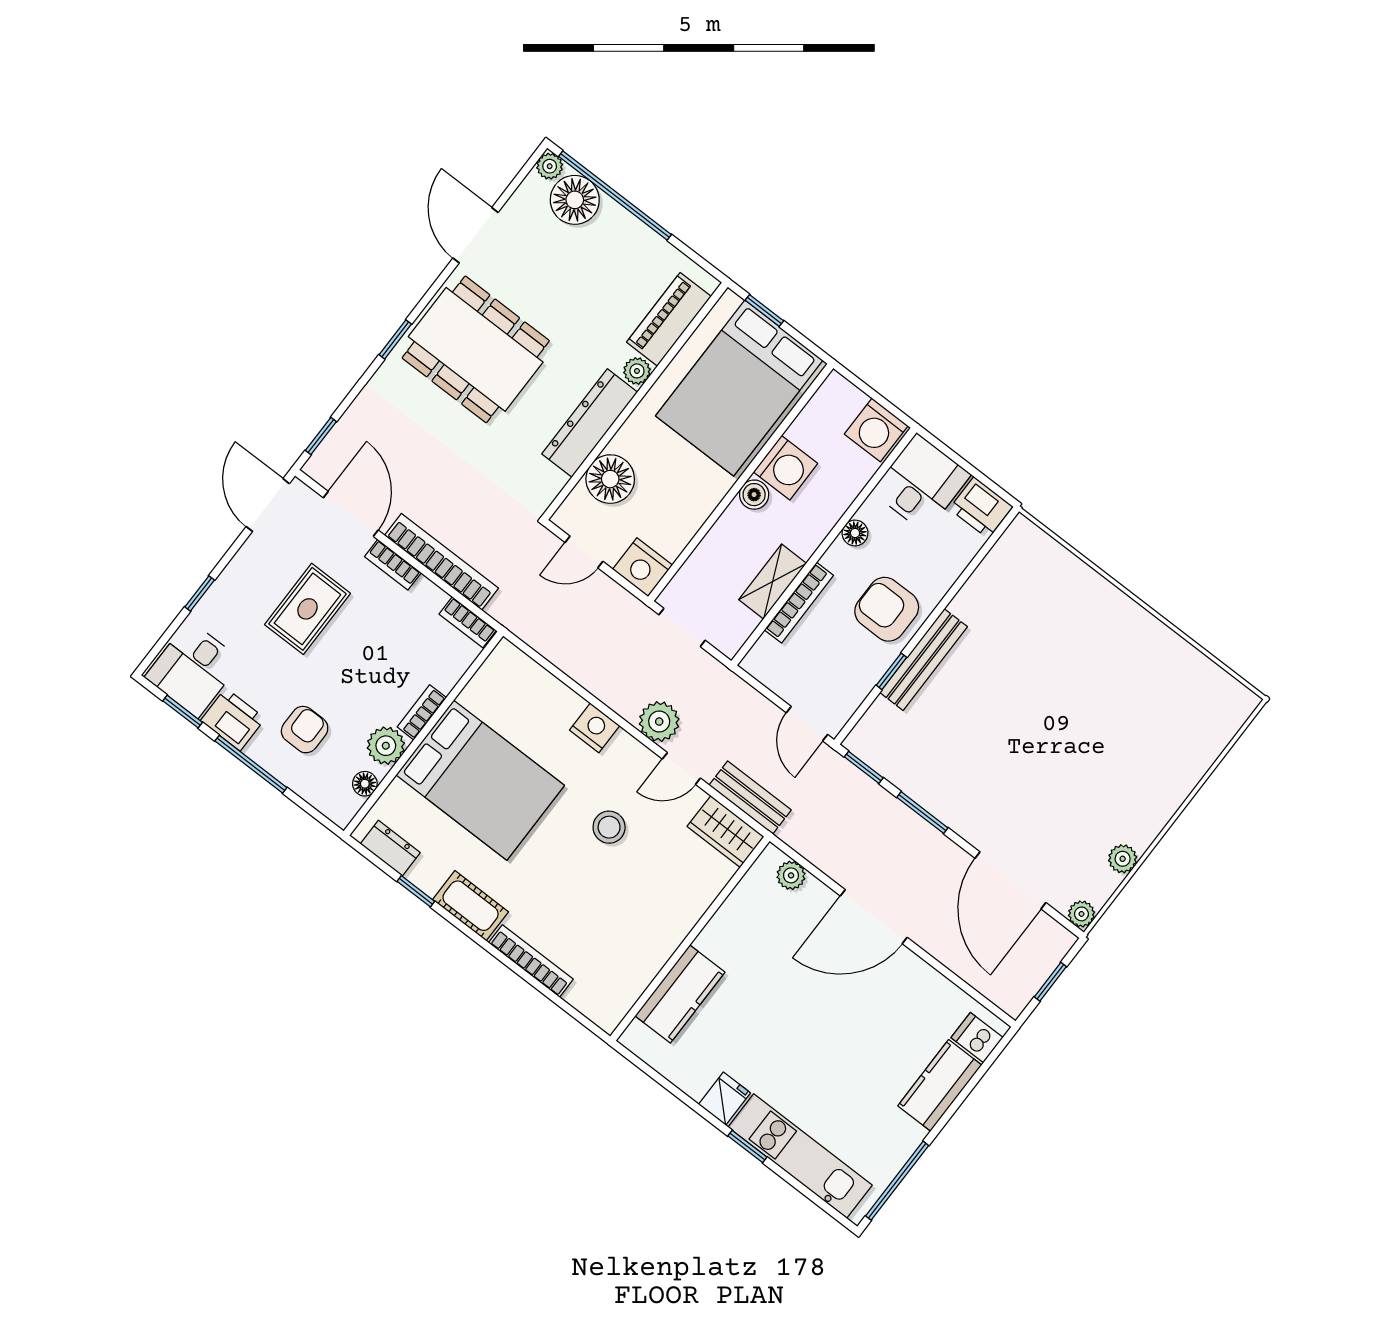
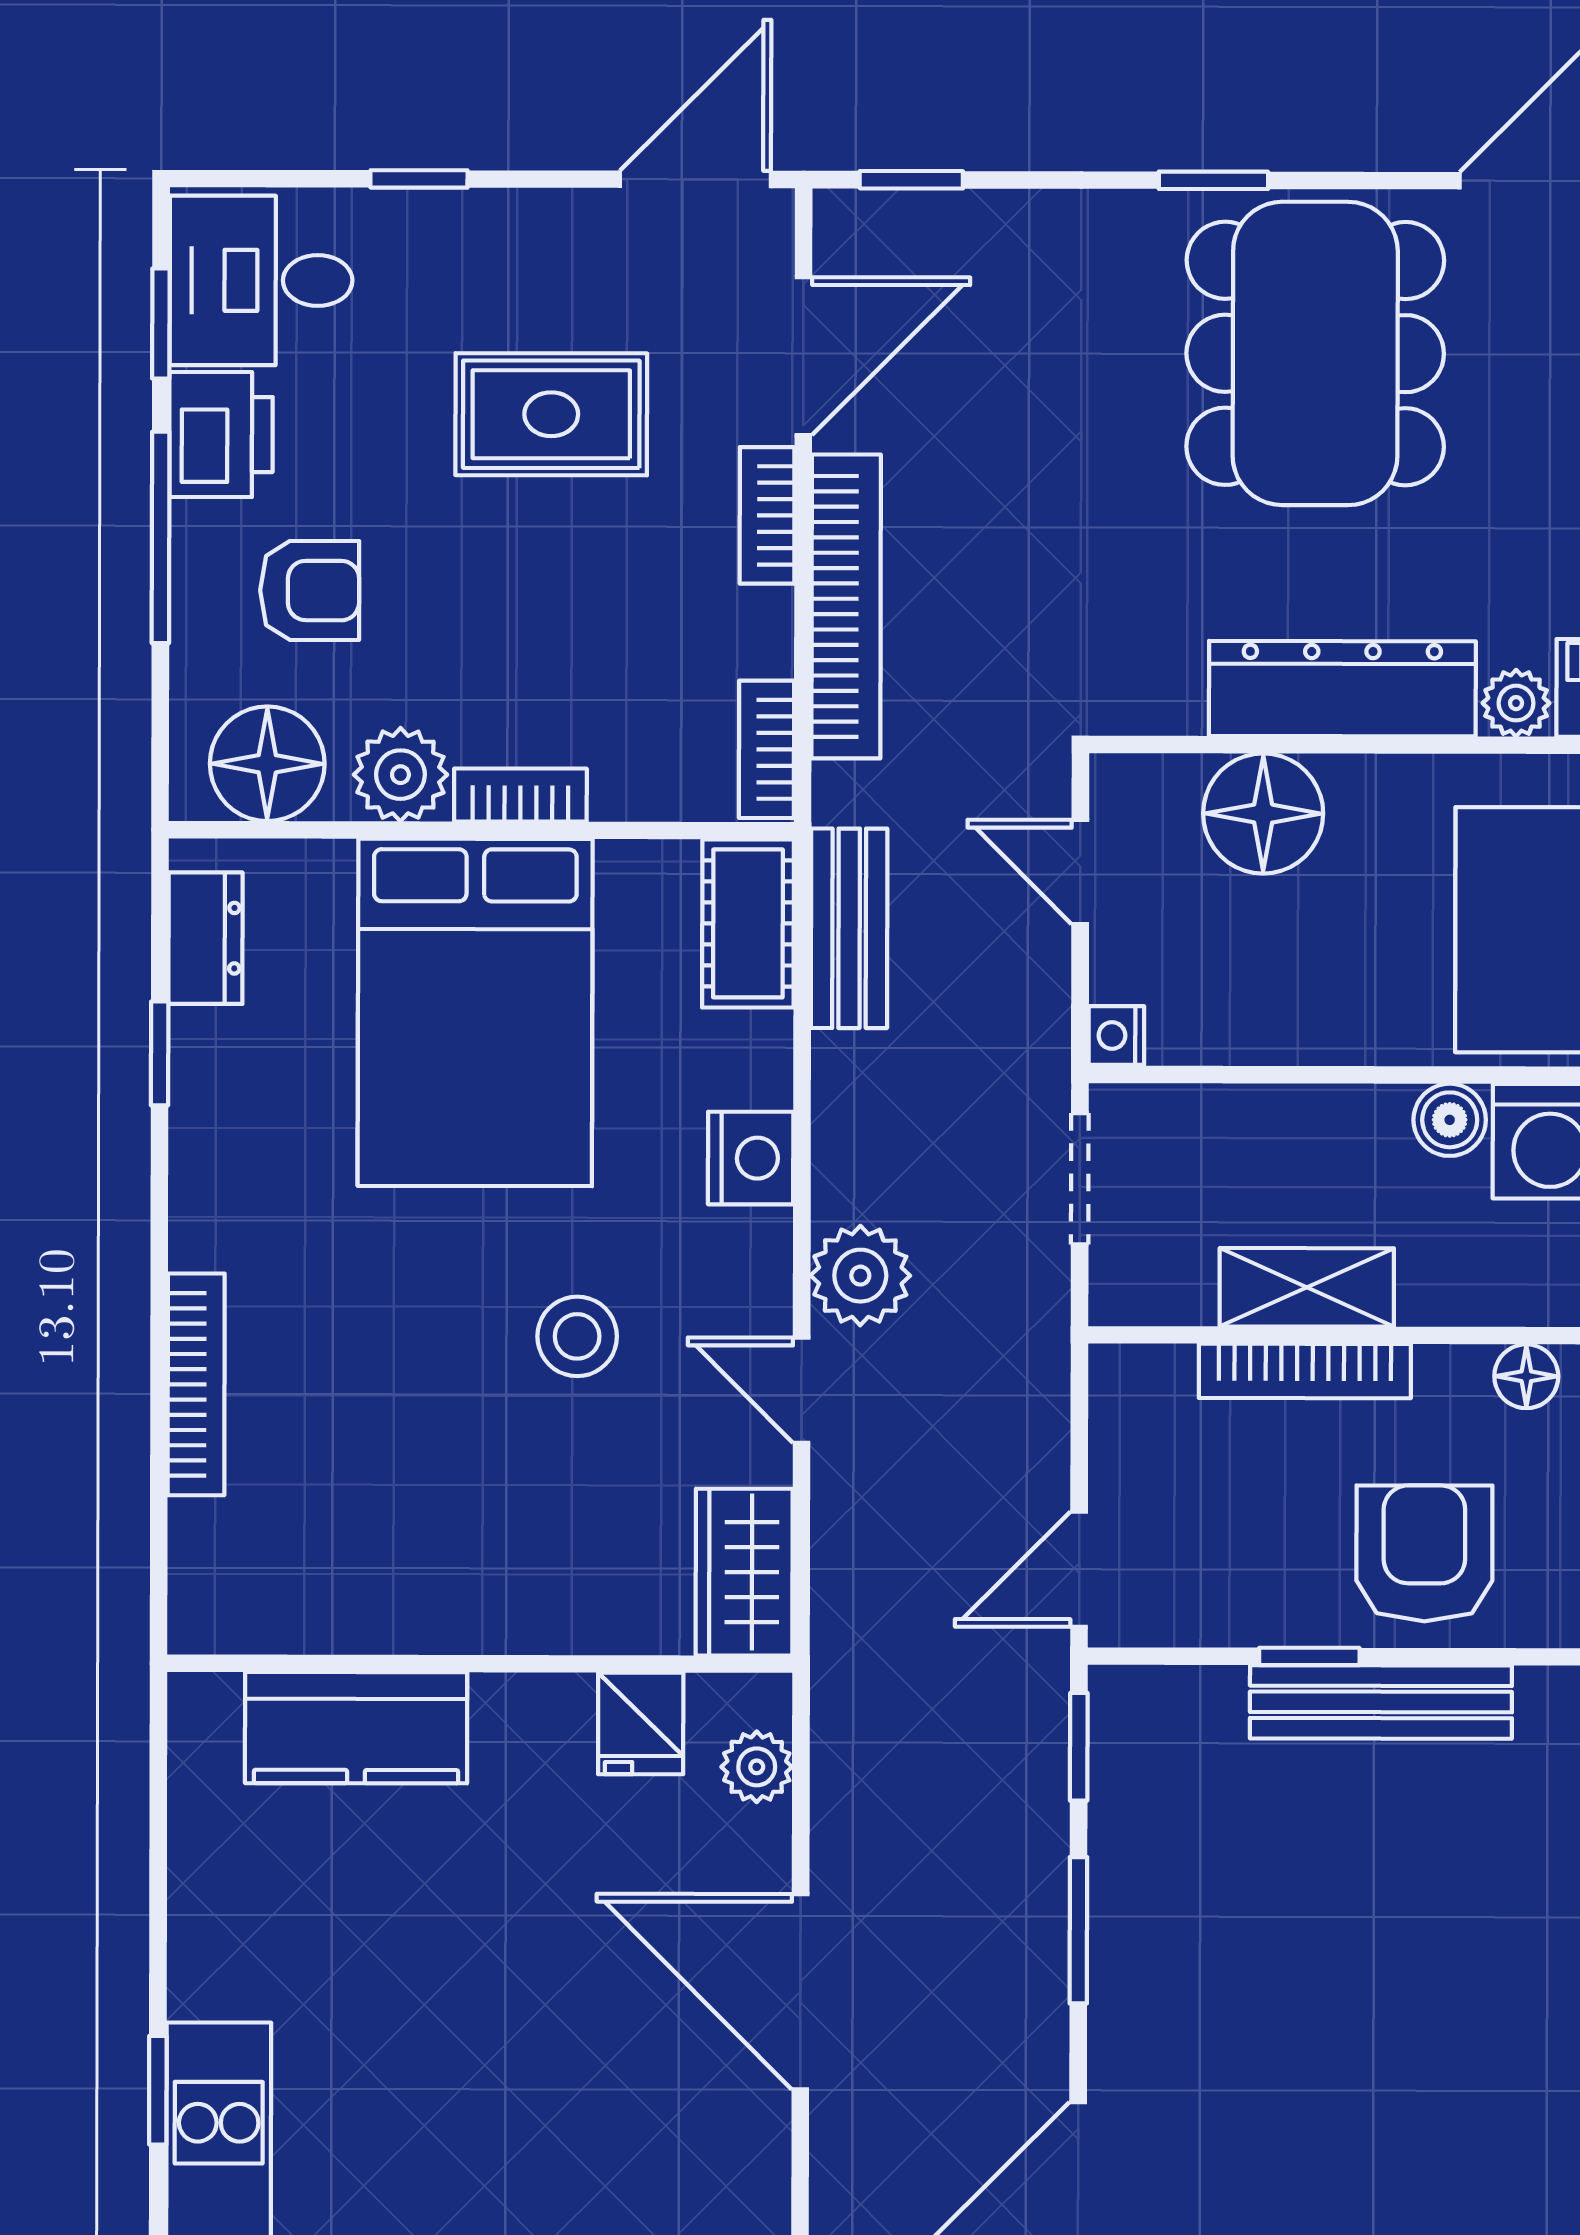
nightstand: (642, 567) -> (1116, 1036), width x0.53, depth x0.56
floor lamp: (365, 784) -> (267, 764), width x1.89, depth x1.89
bench: (750, 798) -> (849, 928), moved
cot: (471, 906) -> (748, 923), moved
fridge: (725, 1099) -> (641, 1723), moved, turned 90

